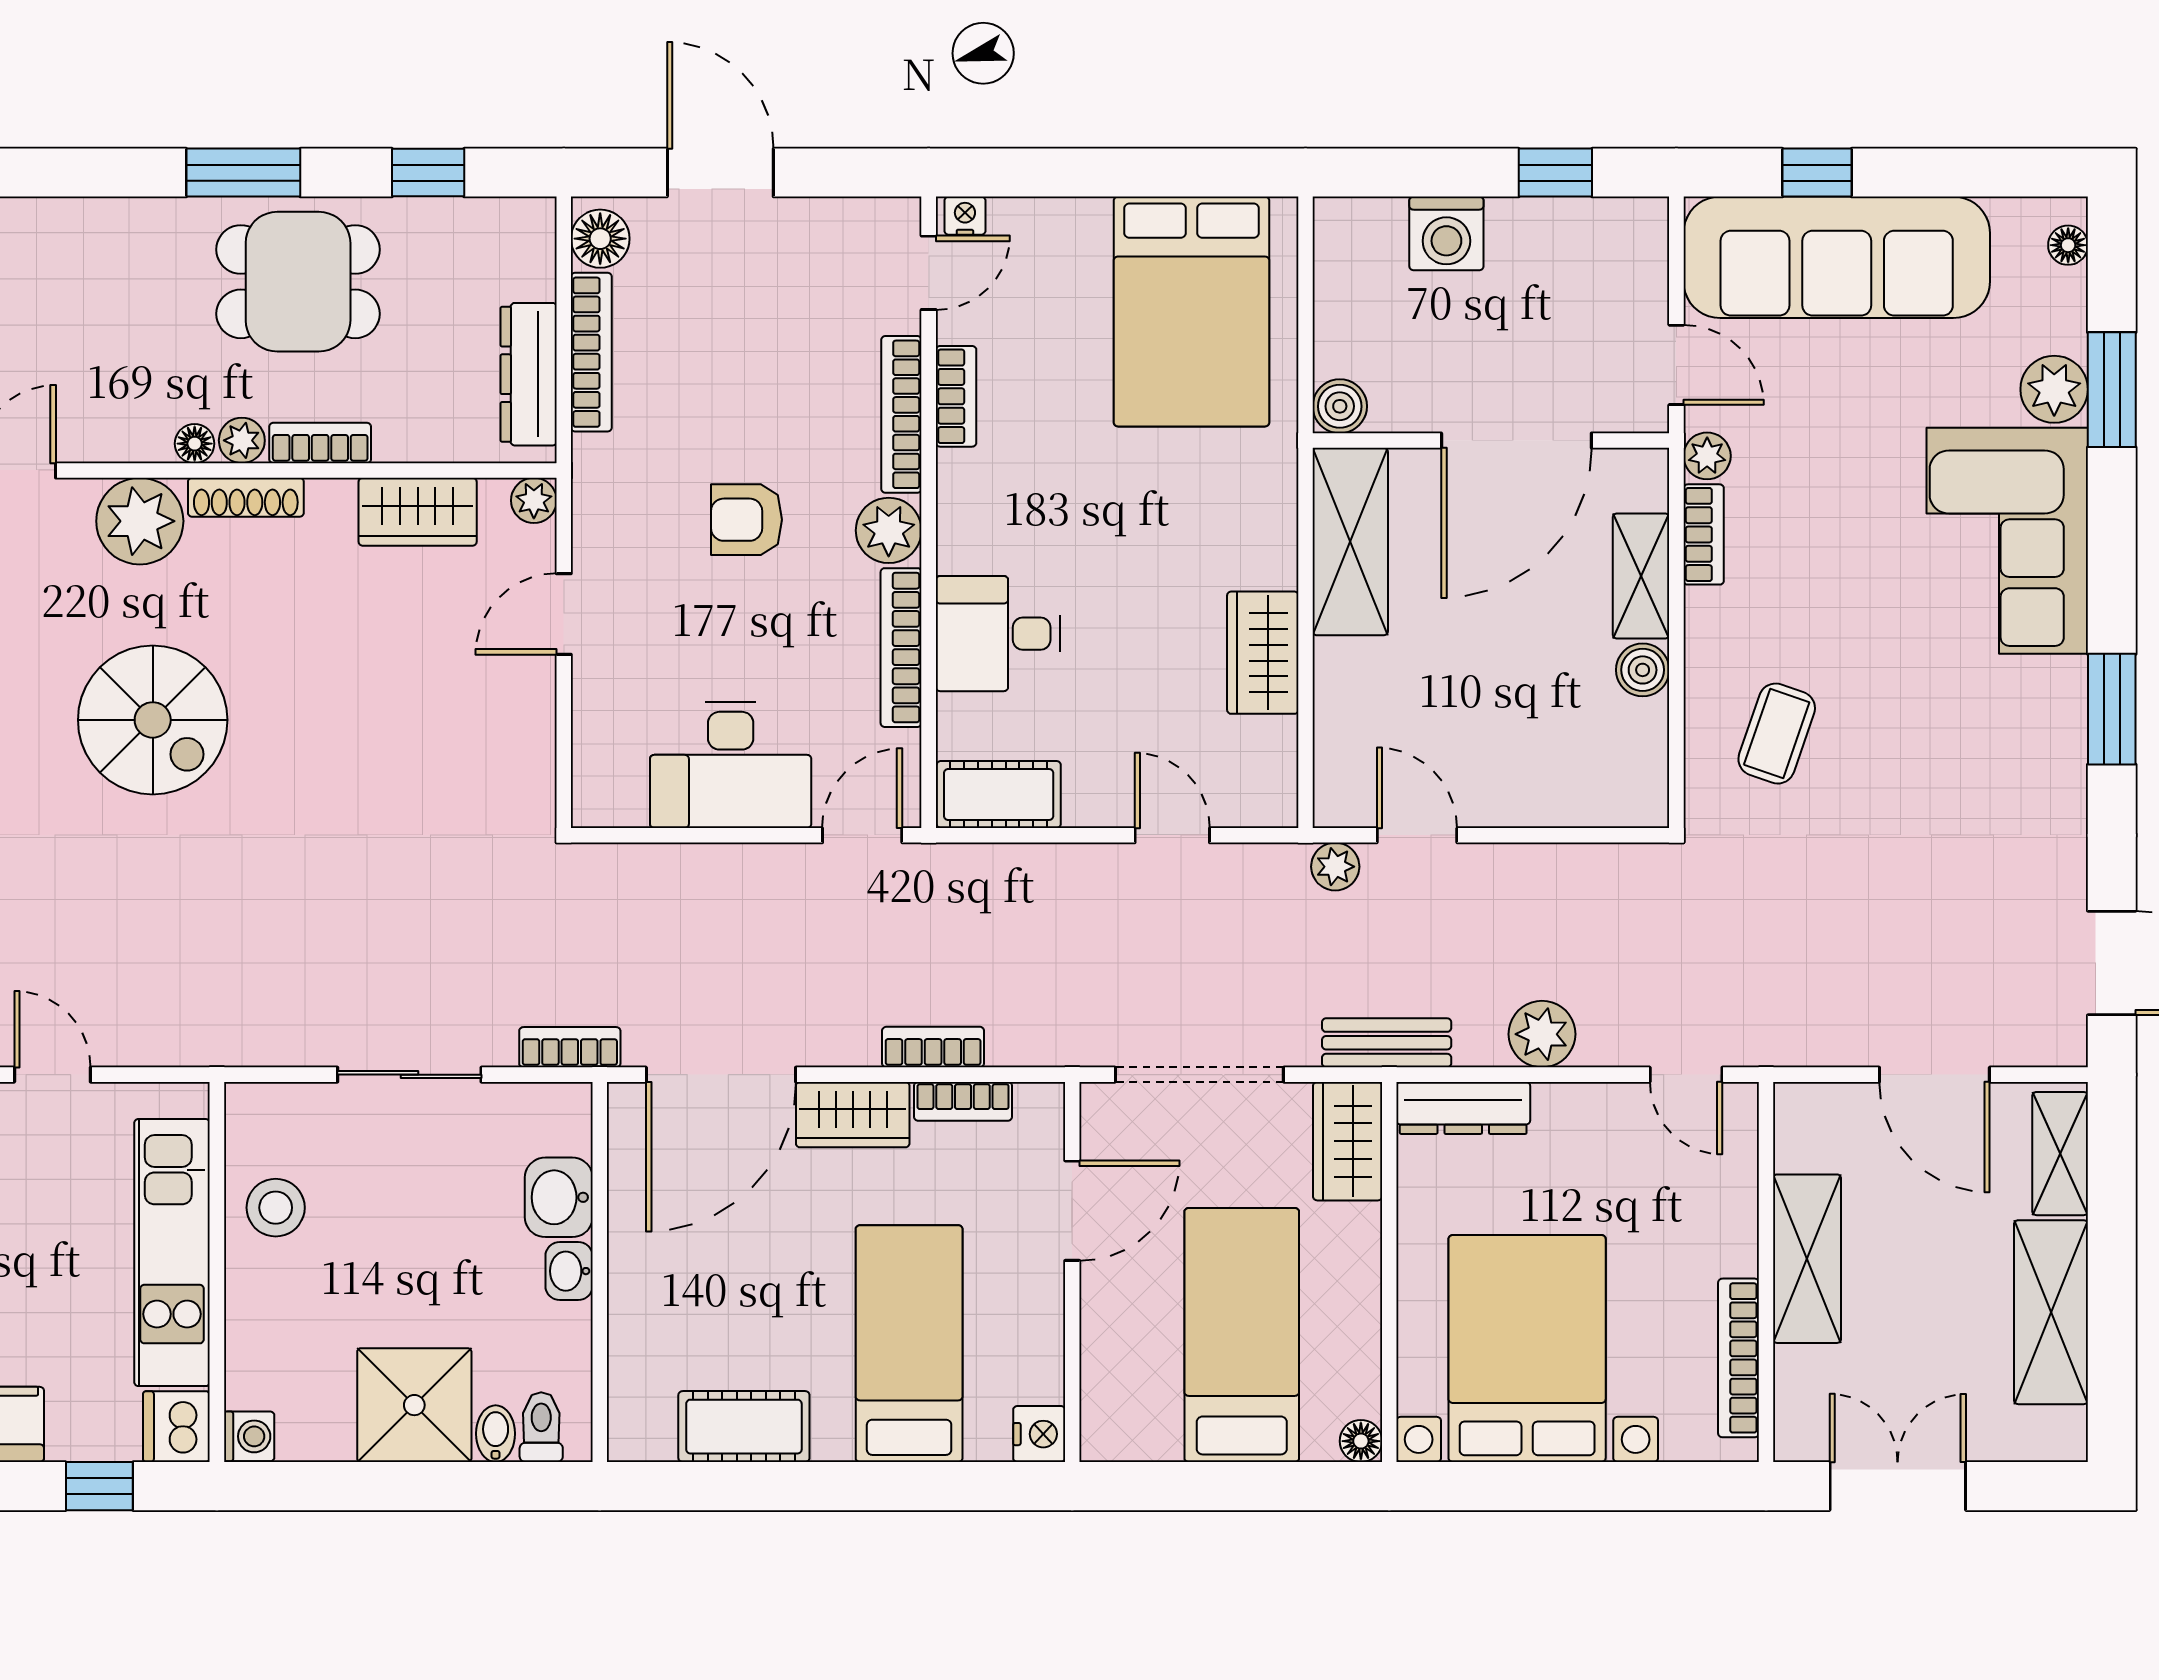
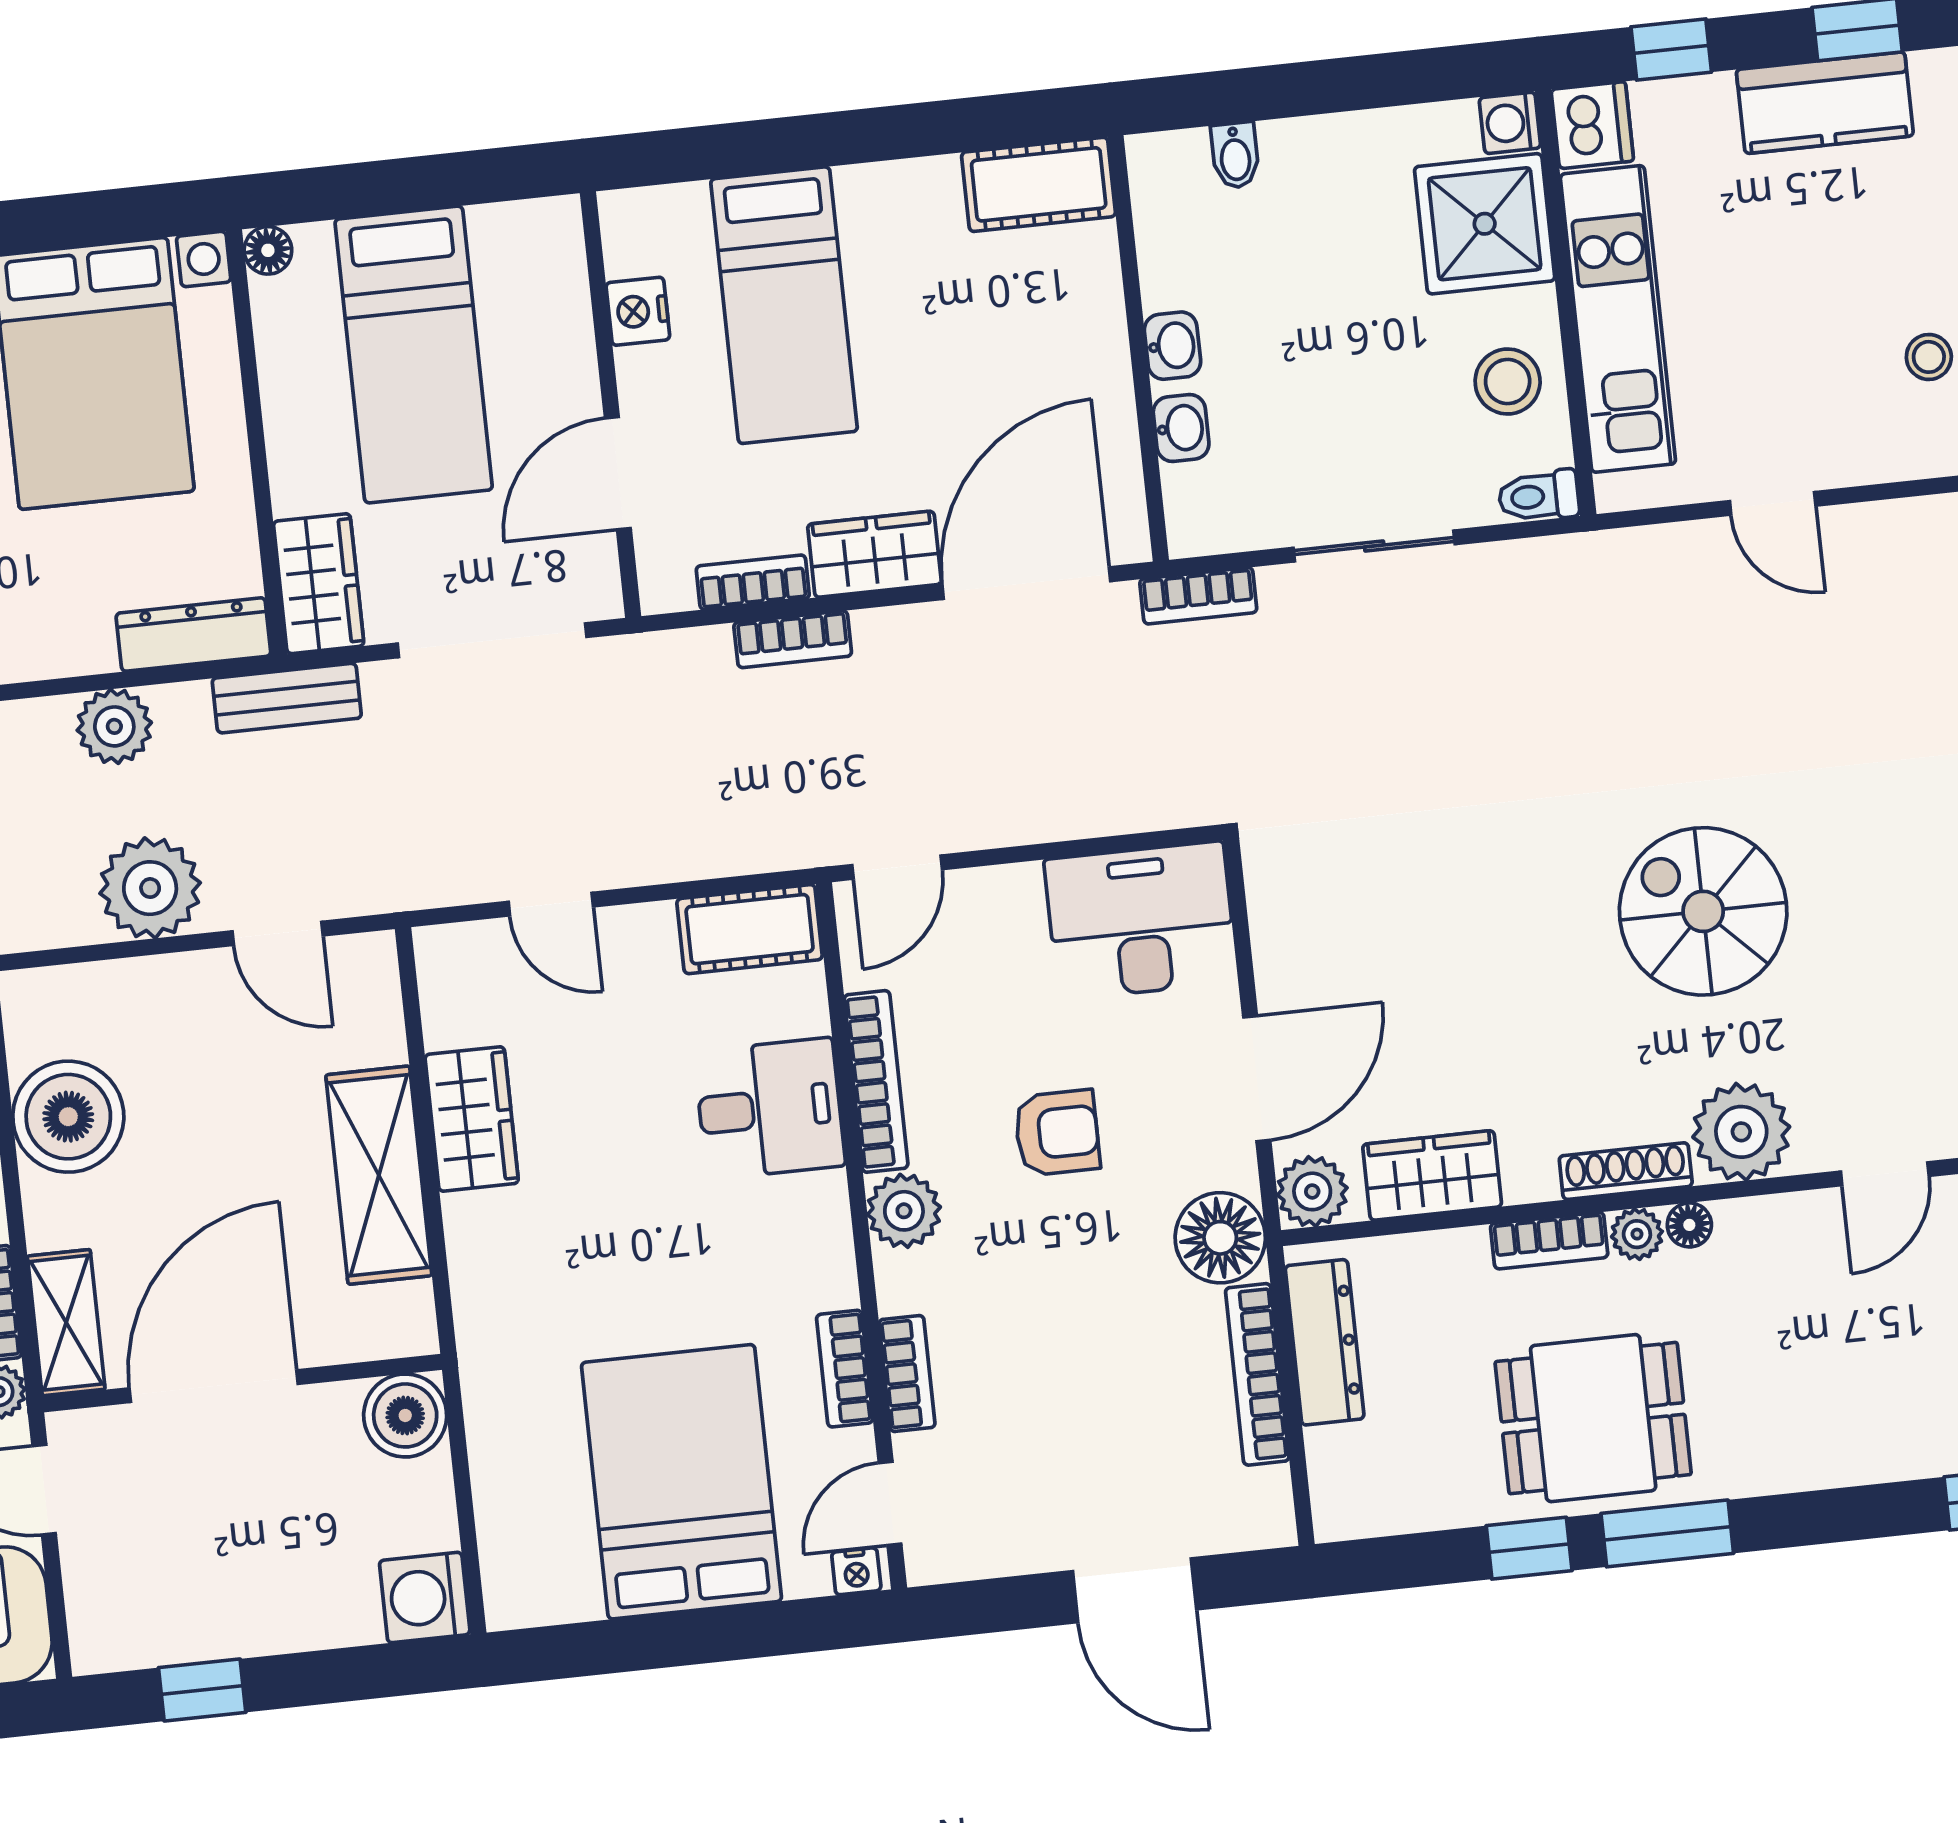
window: (428, 173) -> (1529, 1548), moved
washing machine: (1446, 233) -> (425, 1597), moved, turned -90
floor lamp: (600, 239) -> (1220, 1238), moved, width x1.38, depth x1.38
bed: (1192, 312) -> (681, 1482), moved
boiler: (1340, 406) -> (405, 1415), width x1.36, depth x1.36
bookcase: (901, 414) -> (907, 1374), width x0.64
plant: (534, 500) -> (1312, 1191), width x1.38, depth x1.38
armchair: (747, 520) -> (1057, 1133), moved
shelving: (1350, 542) -> (379, 1175), moved
shelving: (1641, 576) -> (66, 1323), moved
door: (564, 614) -> (1257, 1079), width x1.38
boiler: (1643, 670) -> (68, 1117), width x1.86, depth x1.86
desk: (731, 765) -> (1141, 921), moved
plant: (1335, 867) -> (150, 888), moved, width x1.88, depth x1.88
washbasin: (559, 1197) -> (1181, 428), width x0.72, depth x0.69
shower: (414, 1405) -> (1485, 224), moved
toilet: (541, 1427) -> (1539, 496), moved, turned 90
cot: (744, 1427) -> (1039, 184), moved
nightstand: (1039, 1434) -> (638, 311), moved

